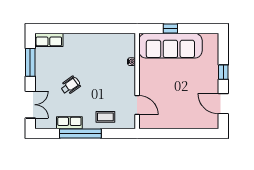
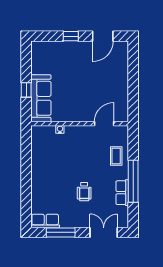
row of seats: (49, 40) -> (45, 221), moved, turned -90
sofa: (170, 46) -> (41, 98), width x0.74, depth x0.79
wheelchair: (70, 85) -> (84, 192), turned -144

